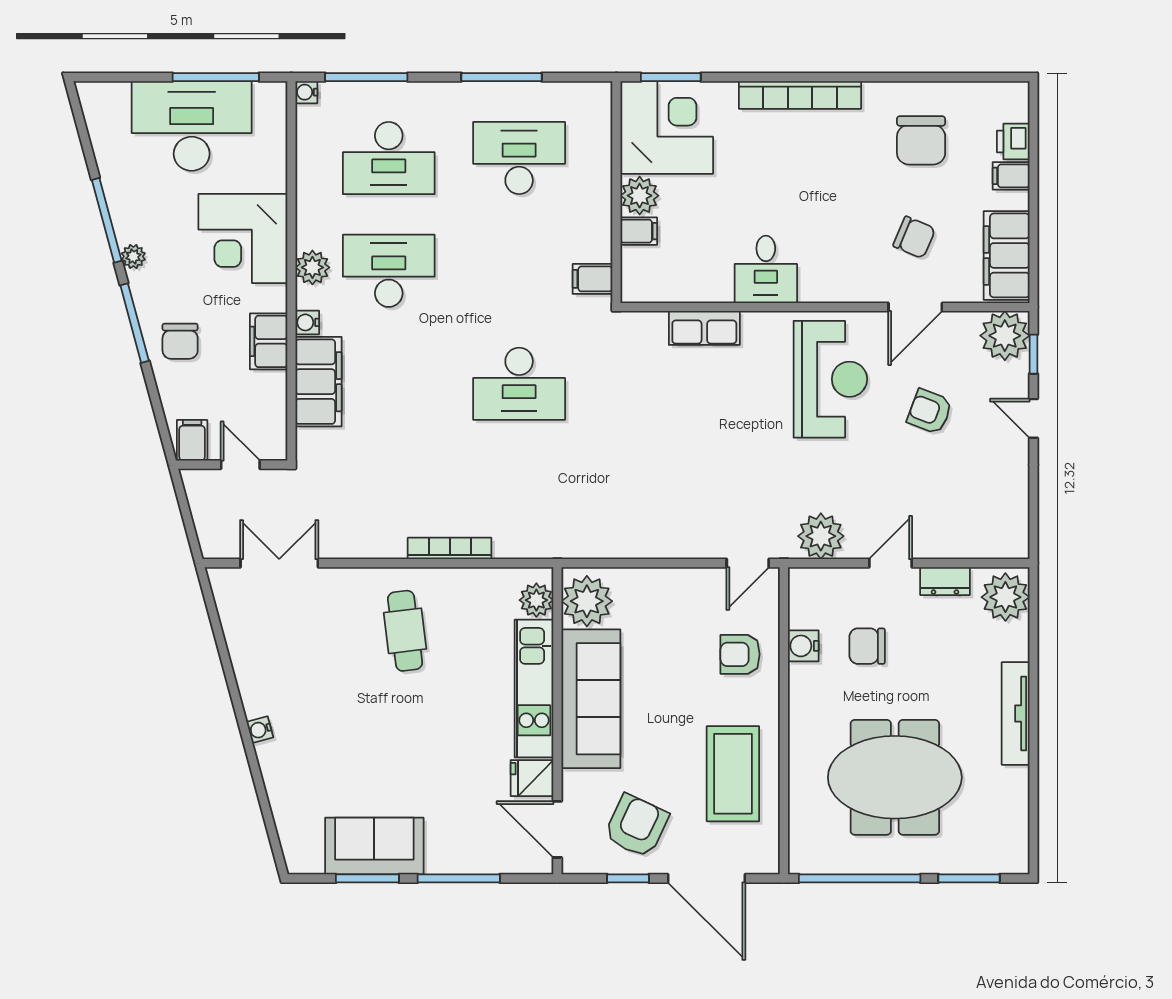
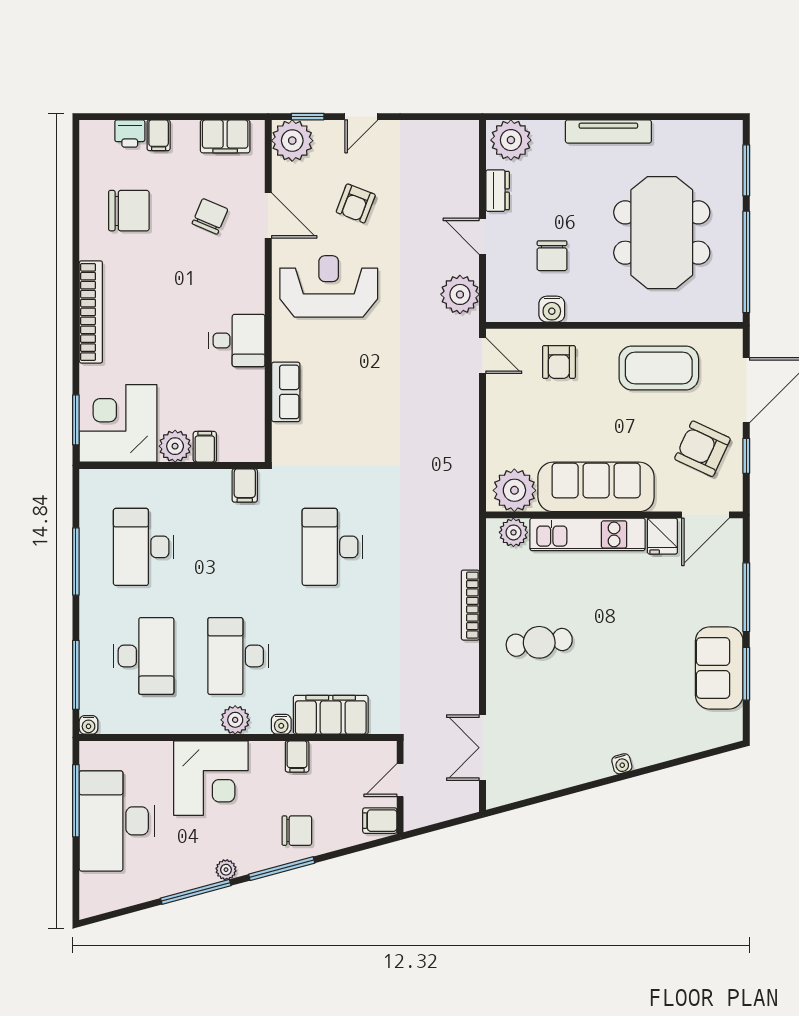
filing cabinet: (1007, 255) -> (225, 136), width x0.67, depth x0.86
filing cabinet: (269, 341) -> (297, 756), width x0.50
desk: (519, 384) -> (332, 547), turned 180

